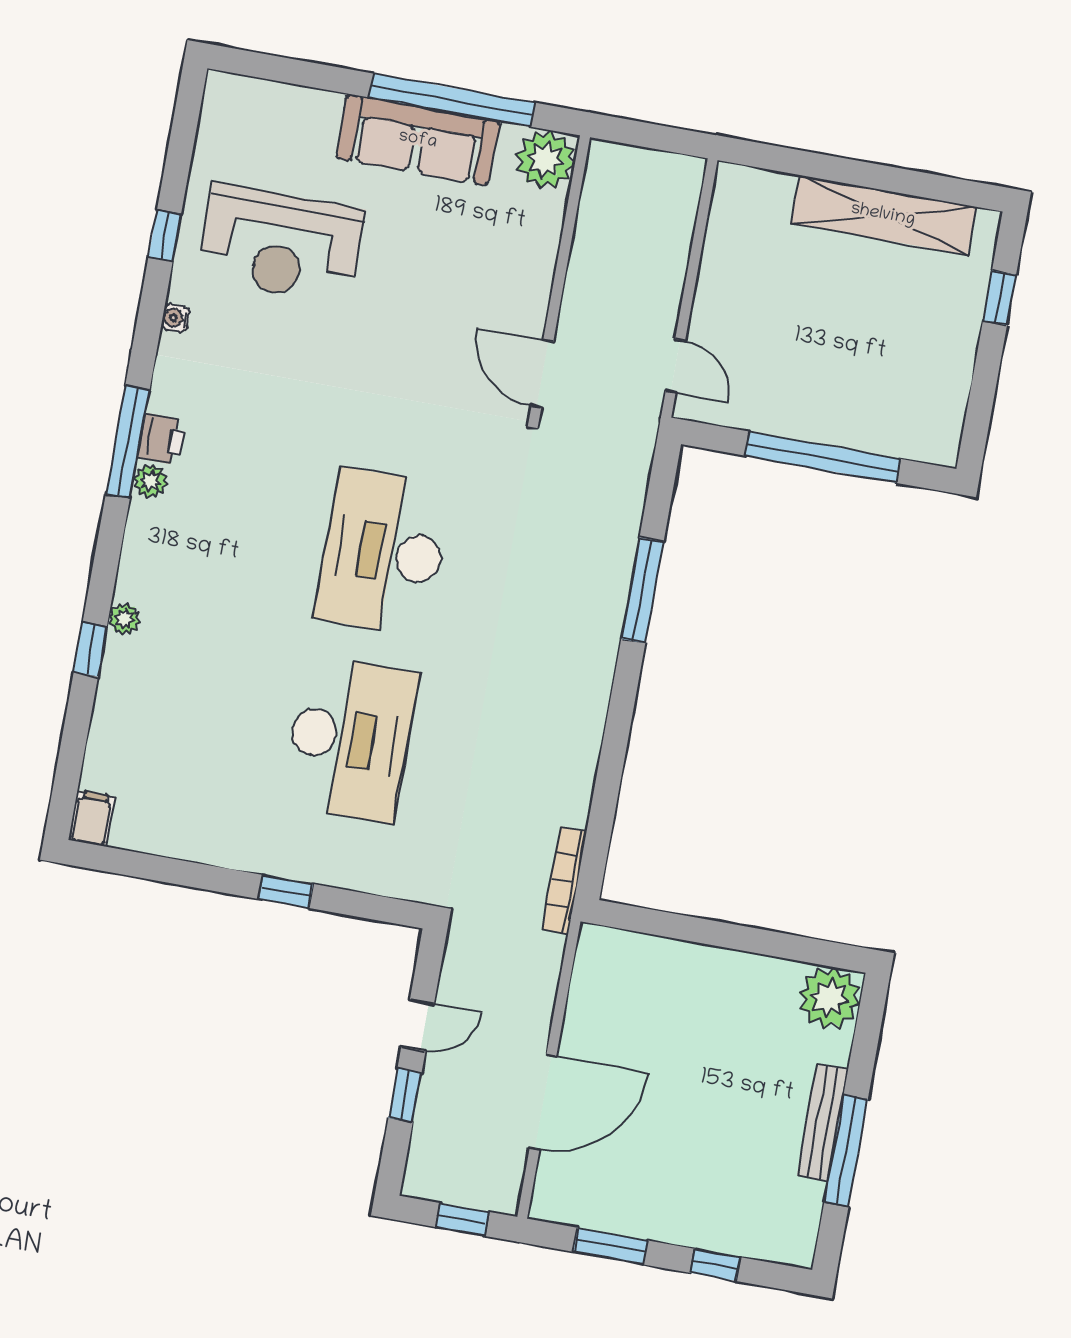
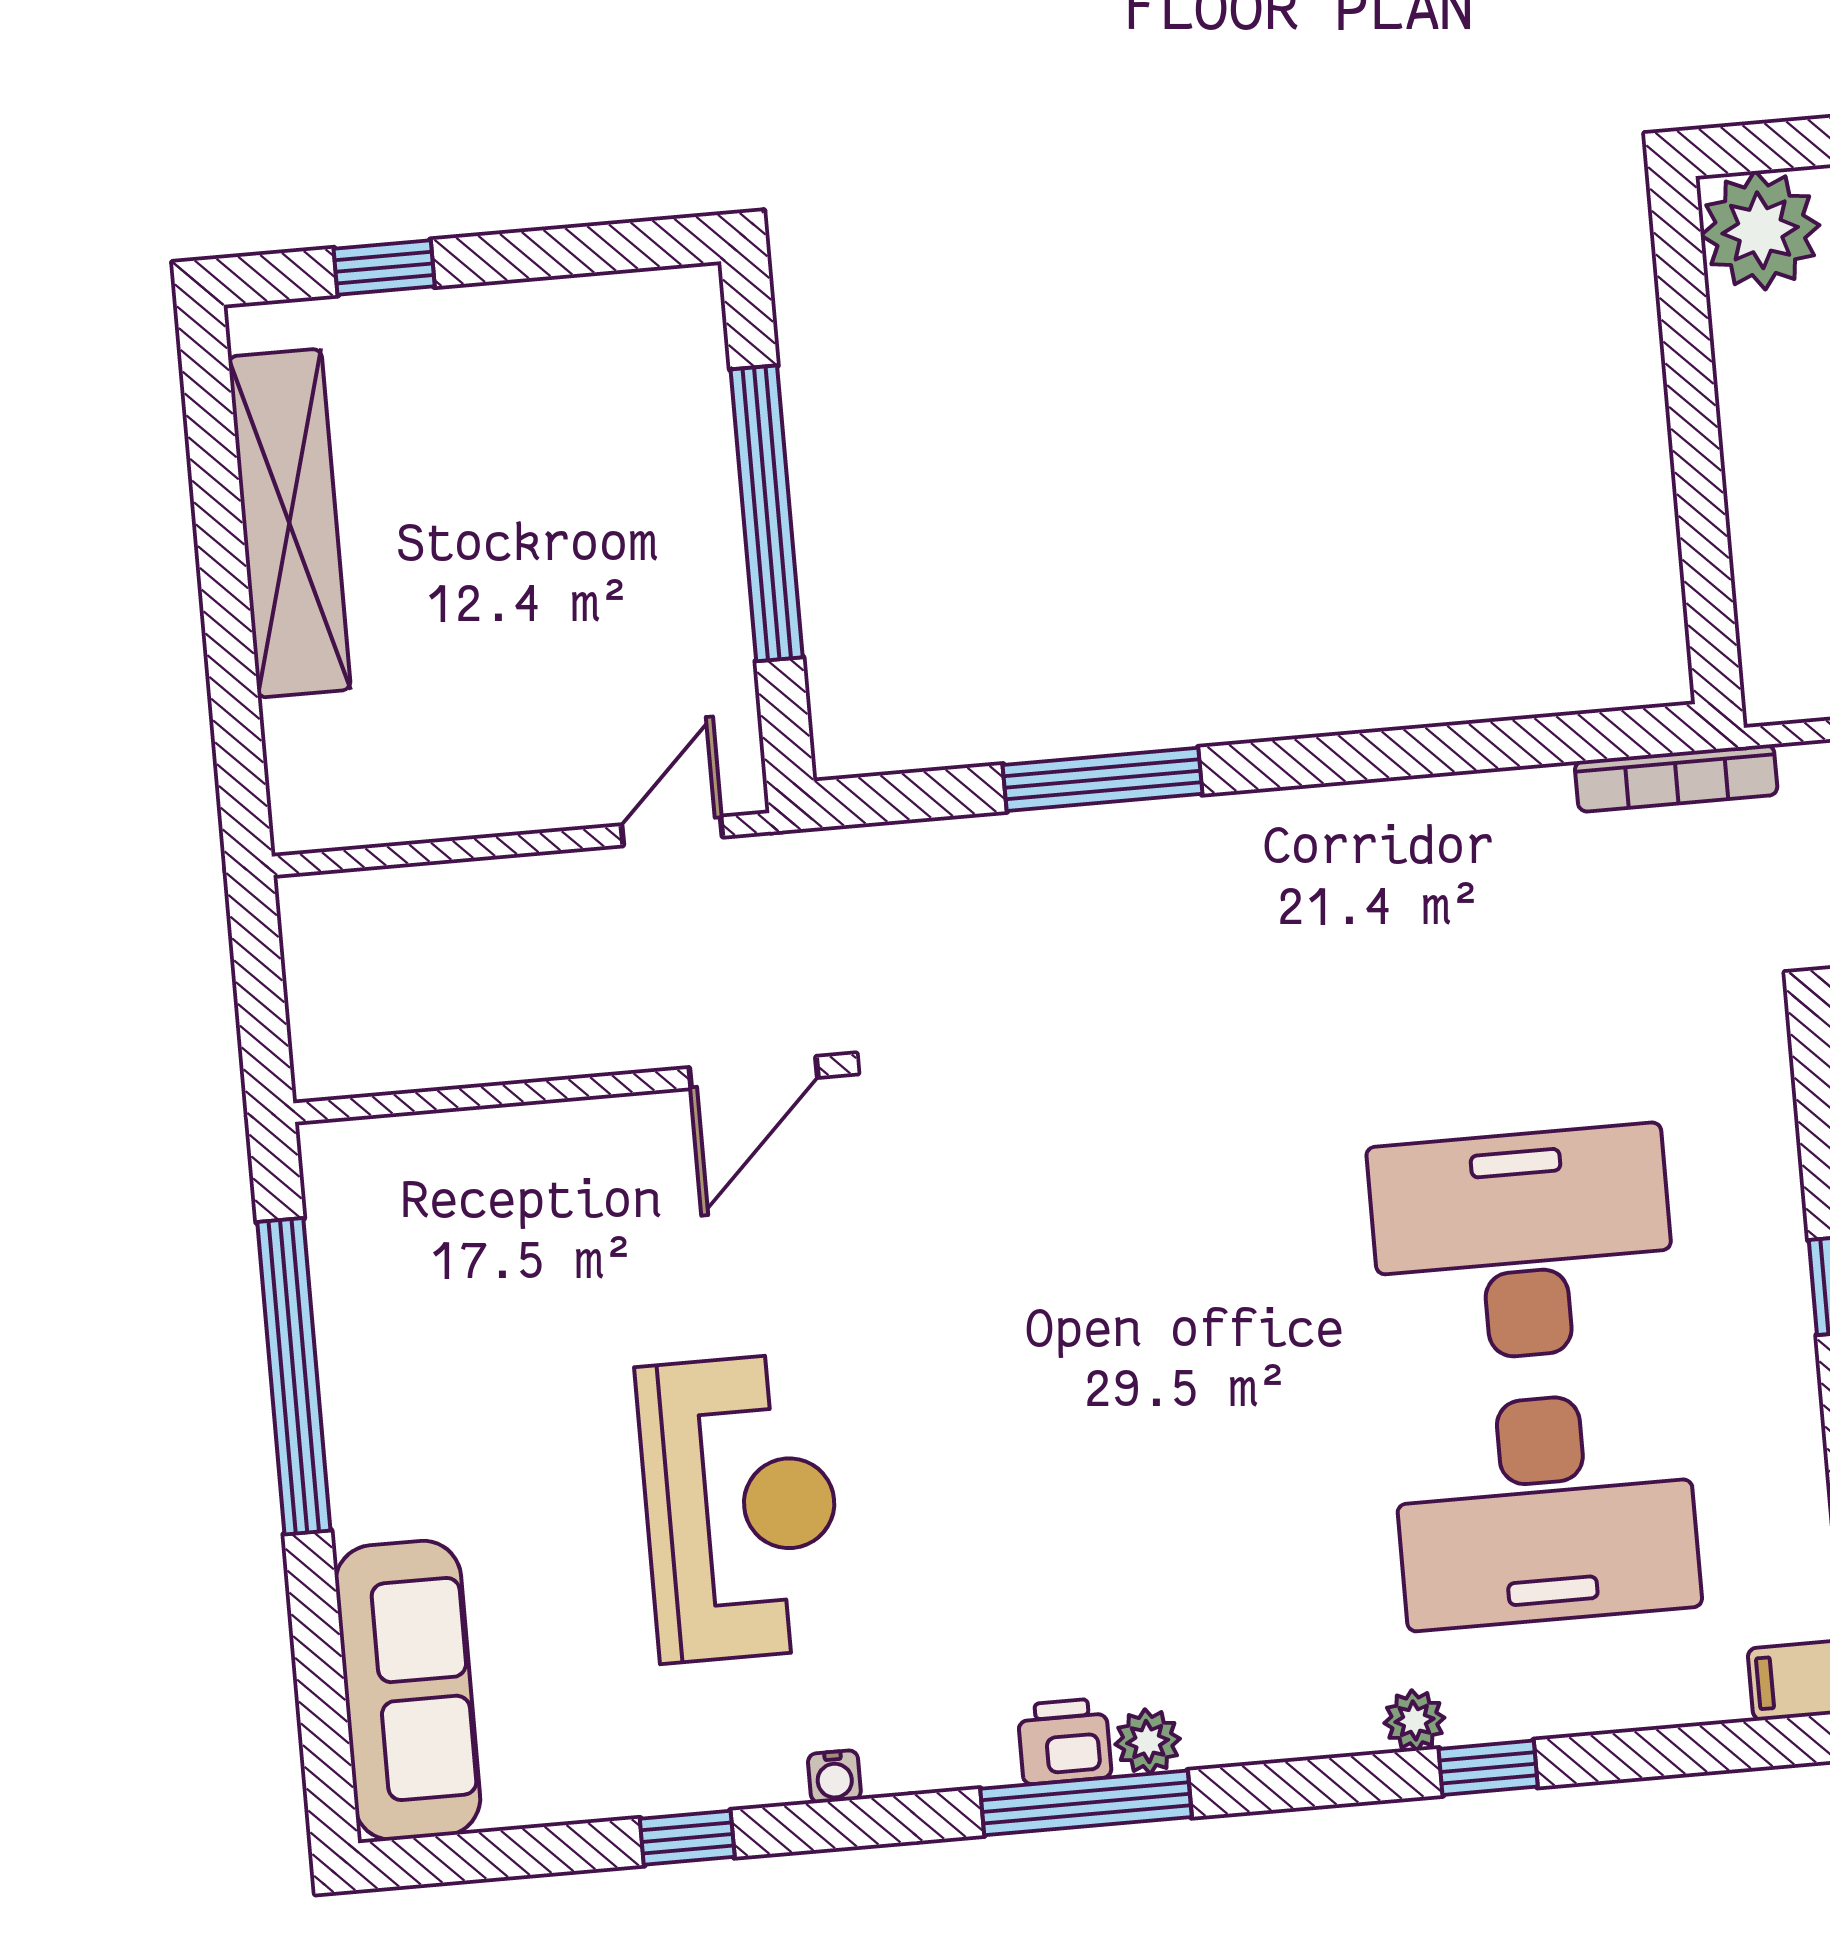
sofa: (418, 140) -> (408, 1690), moved
plant: (546, 160) -> (357, 1174), removed
reception desk: (281, 244) -> (741, 1508), moved
desk: (383, 552) -> (1546, 1509), moved

